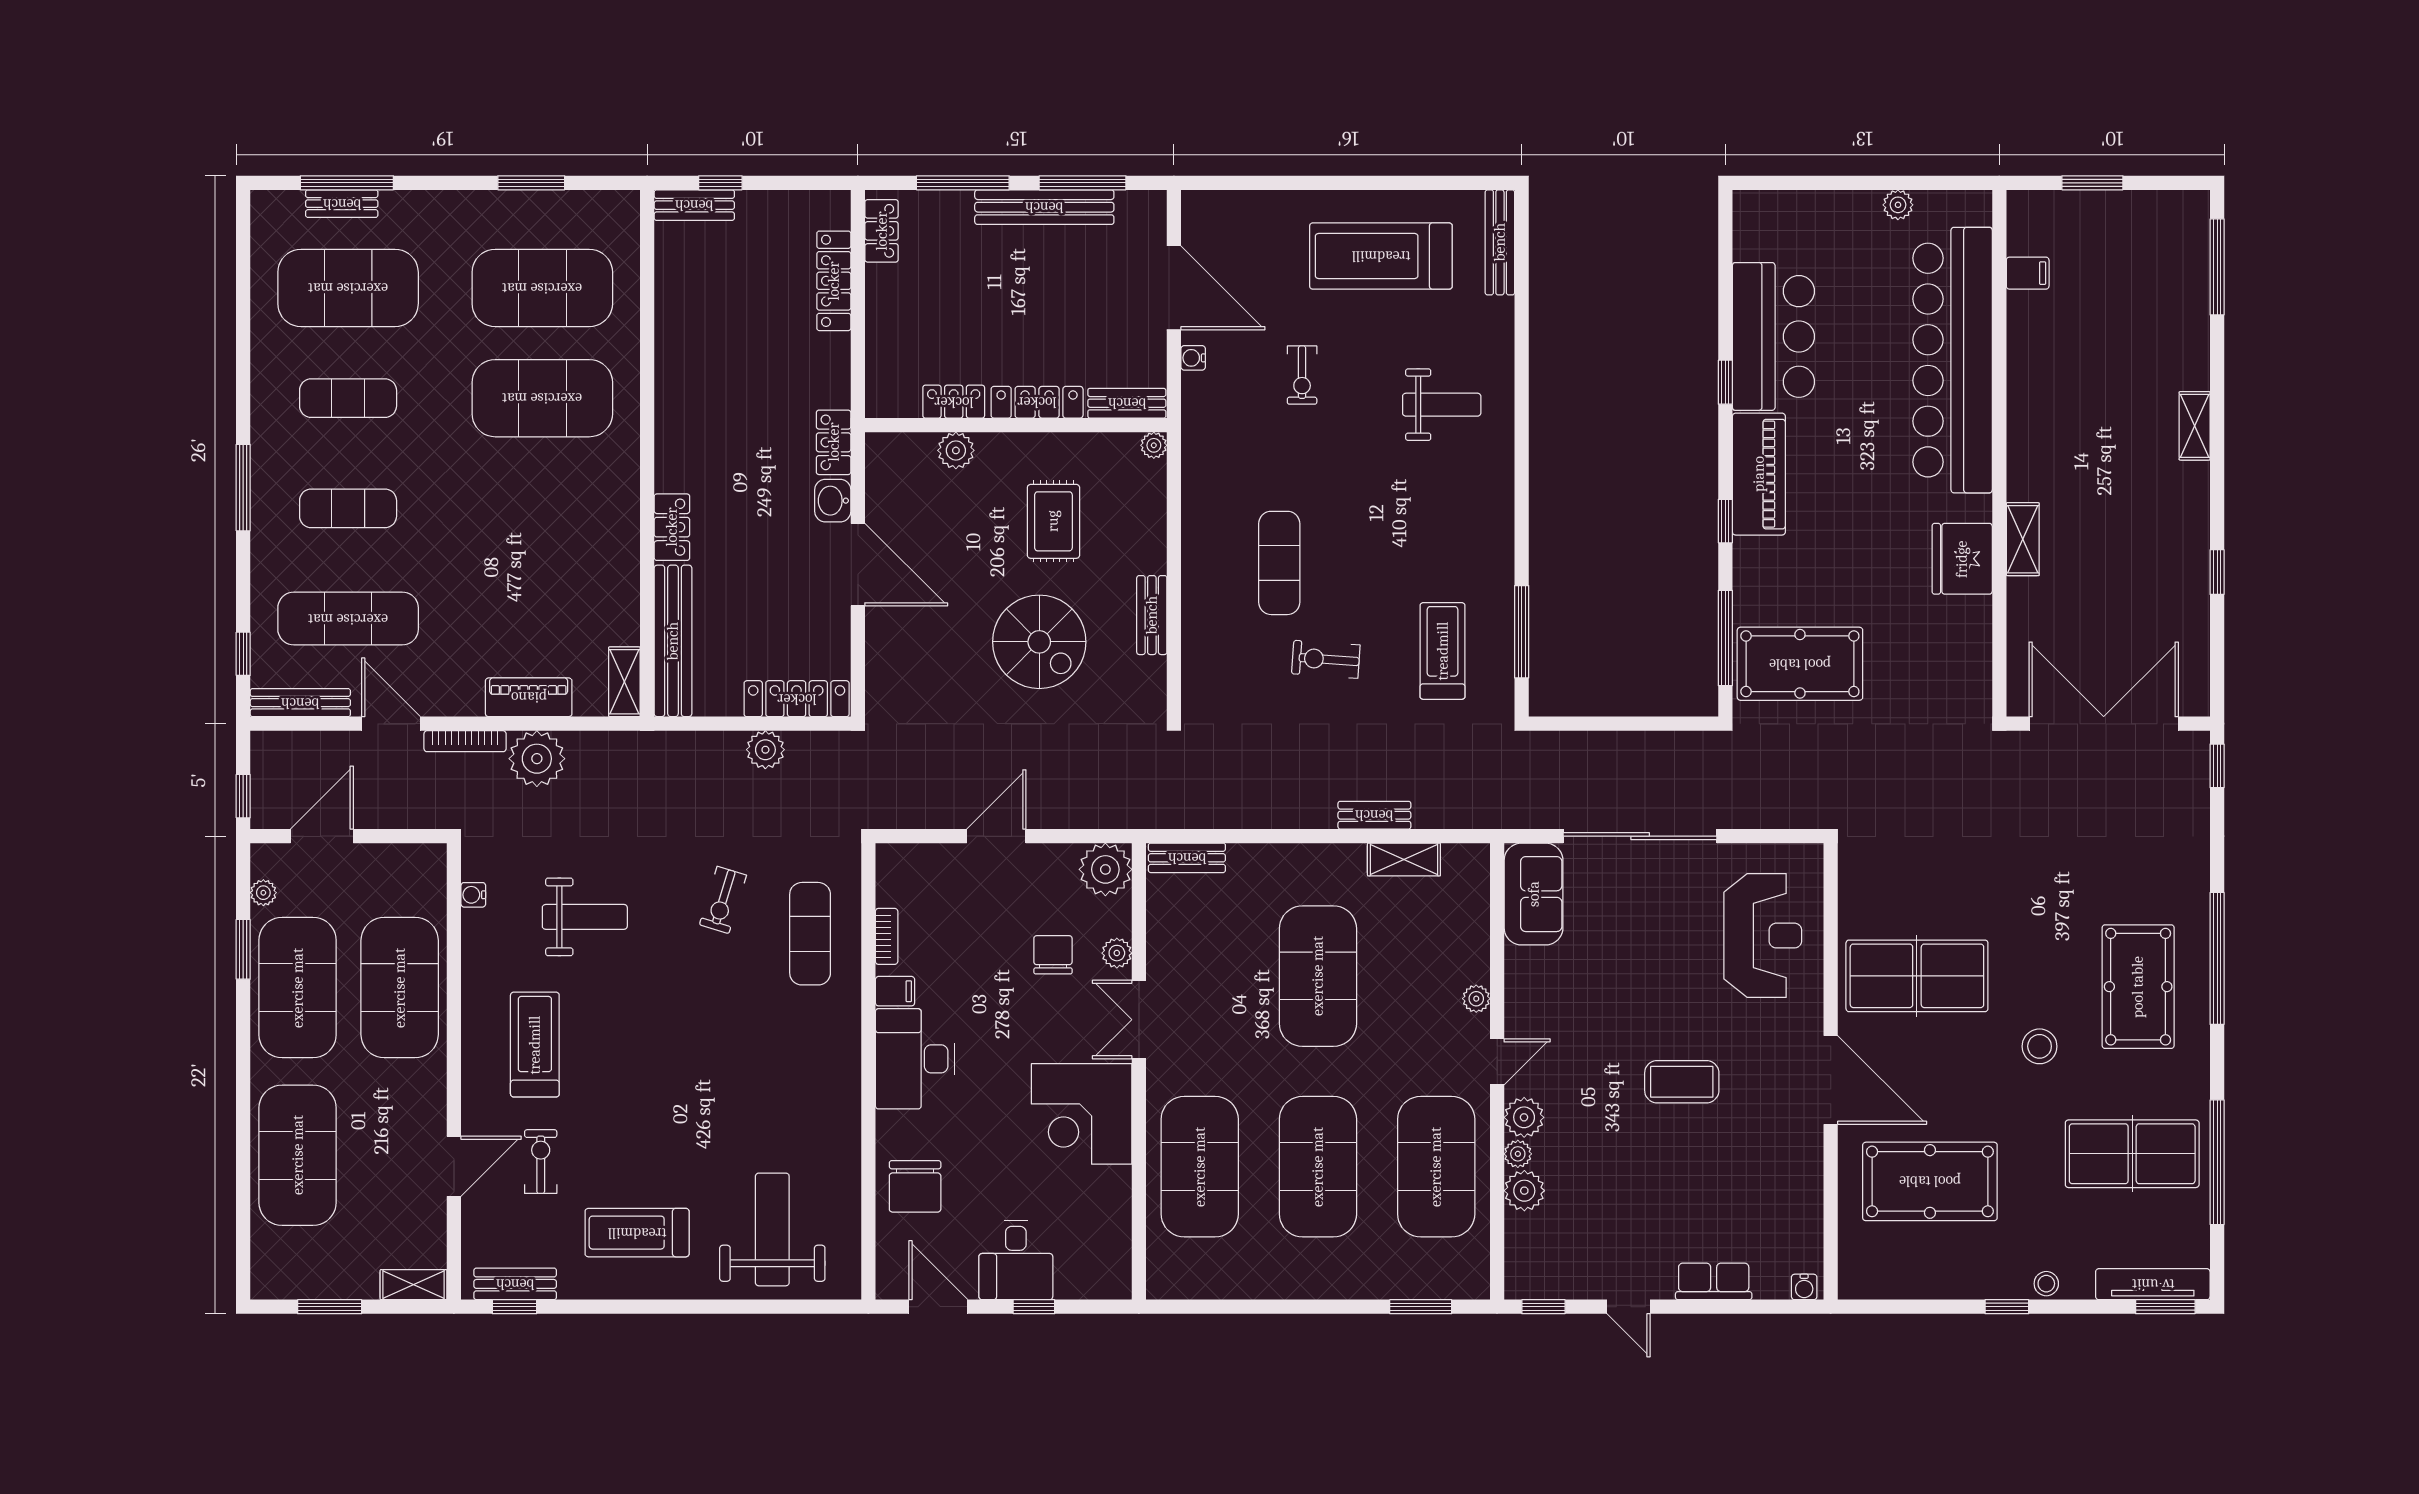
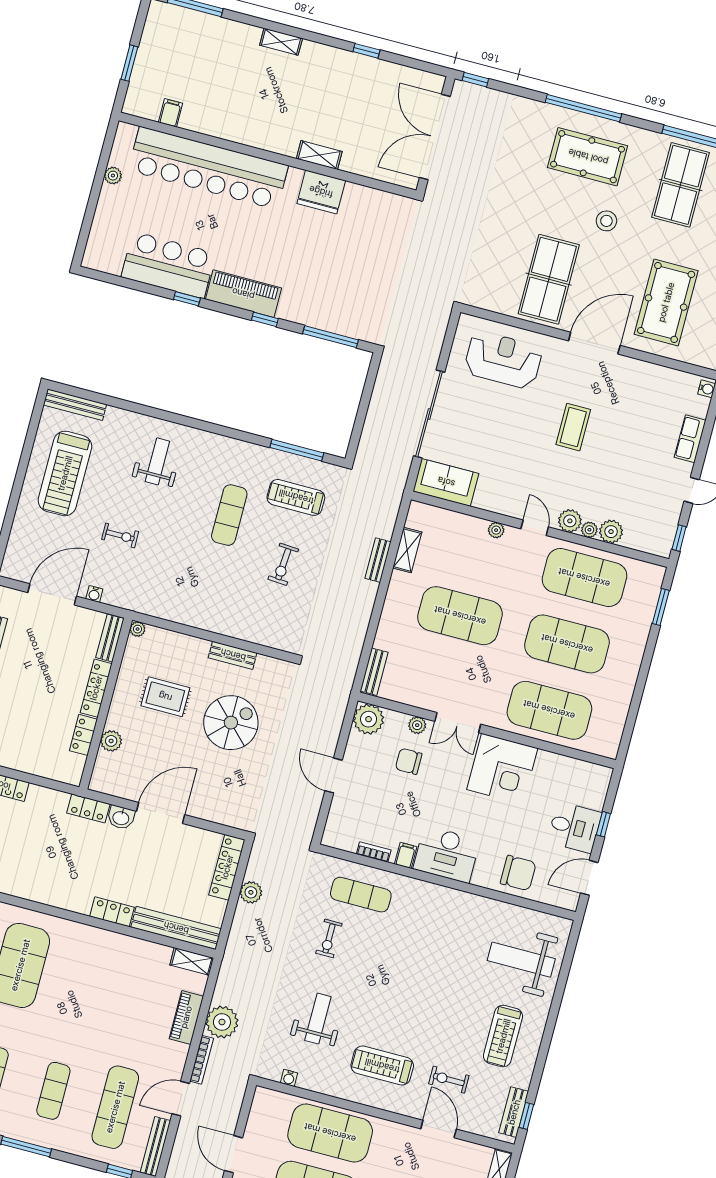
exercise mat: (1279, 563) -> (229, 515), moved, turned 90
pool table: (1800, 664) -> (356, 299), removed
exercise bike: (723, 900) -> (329, 938), turned 73

